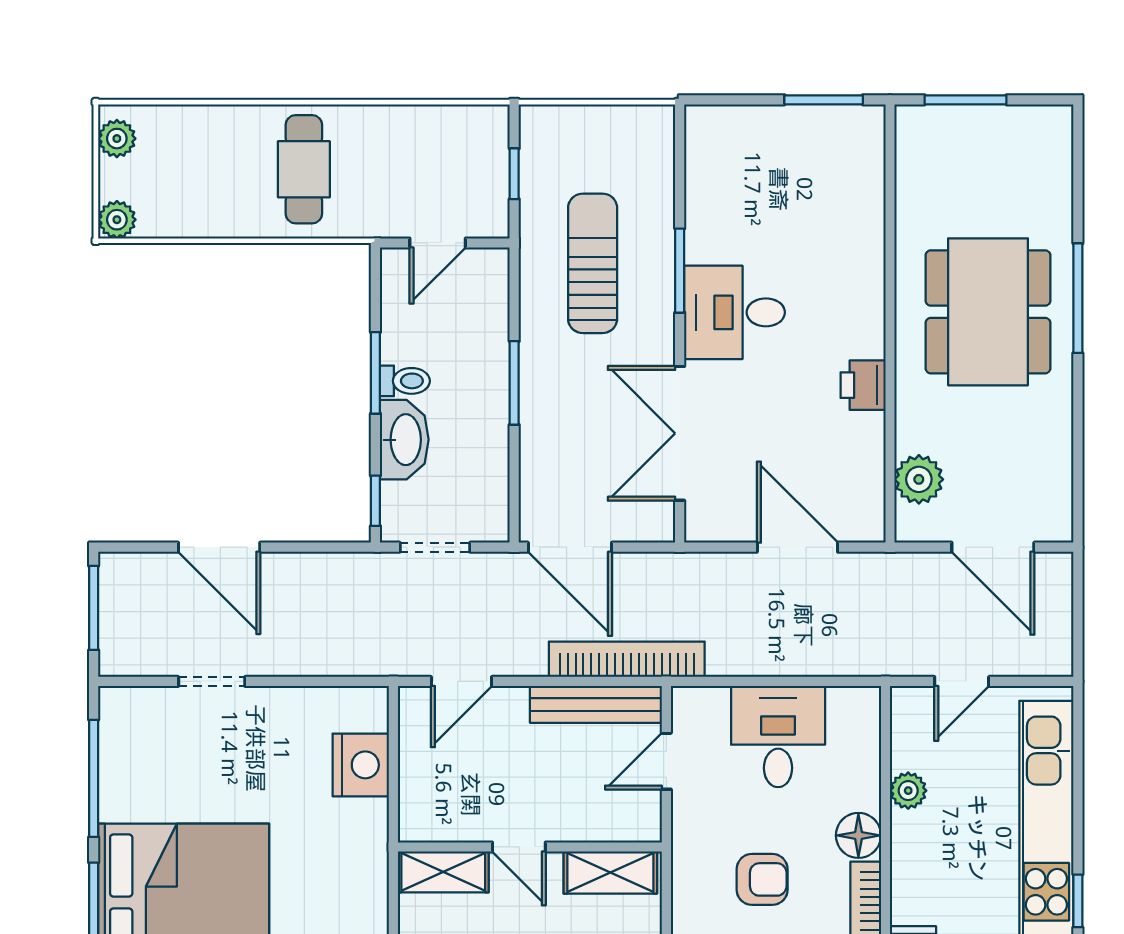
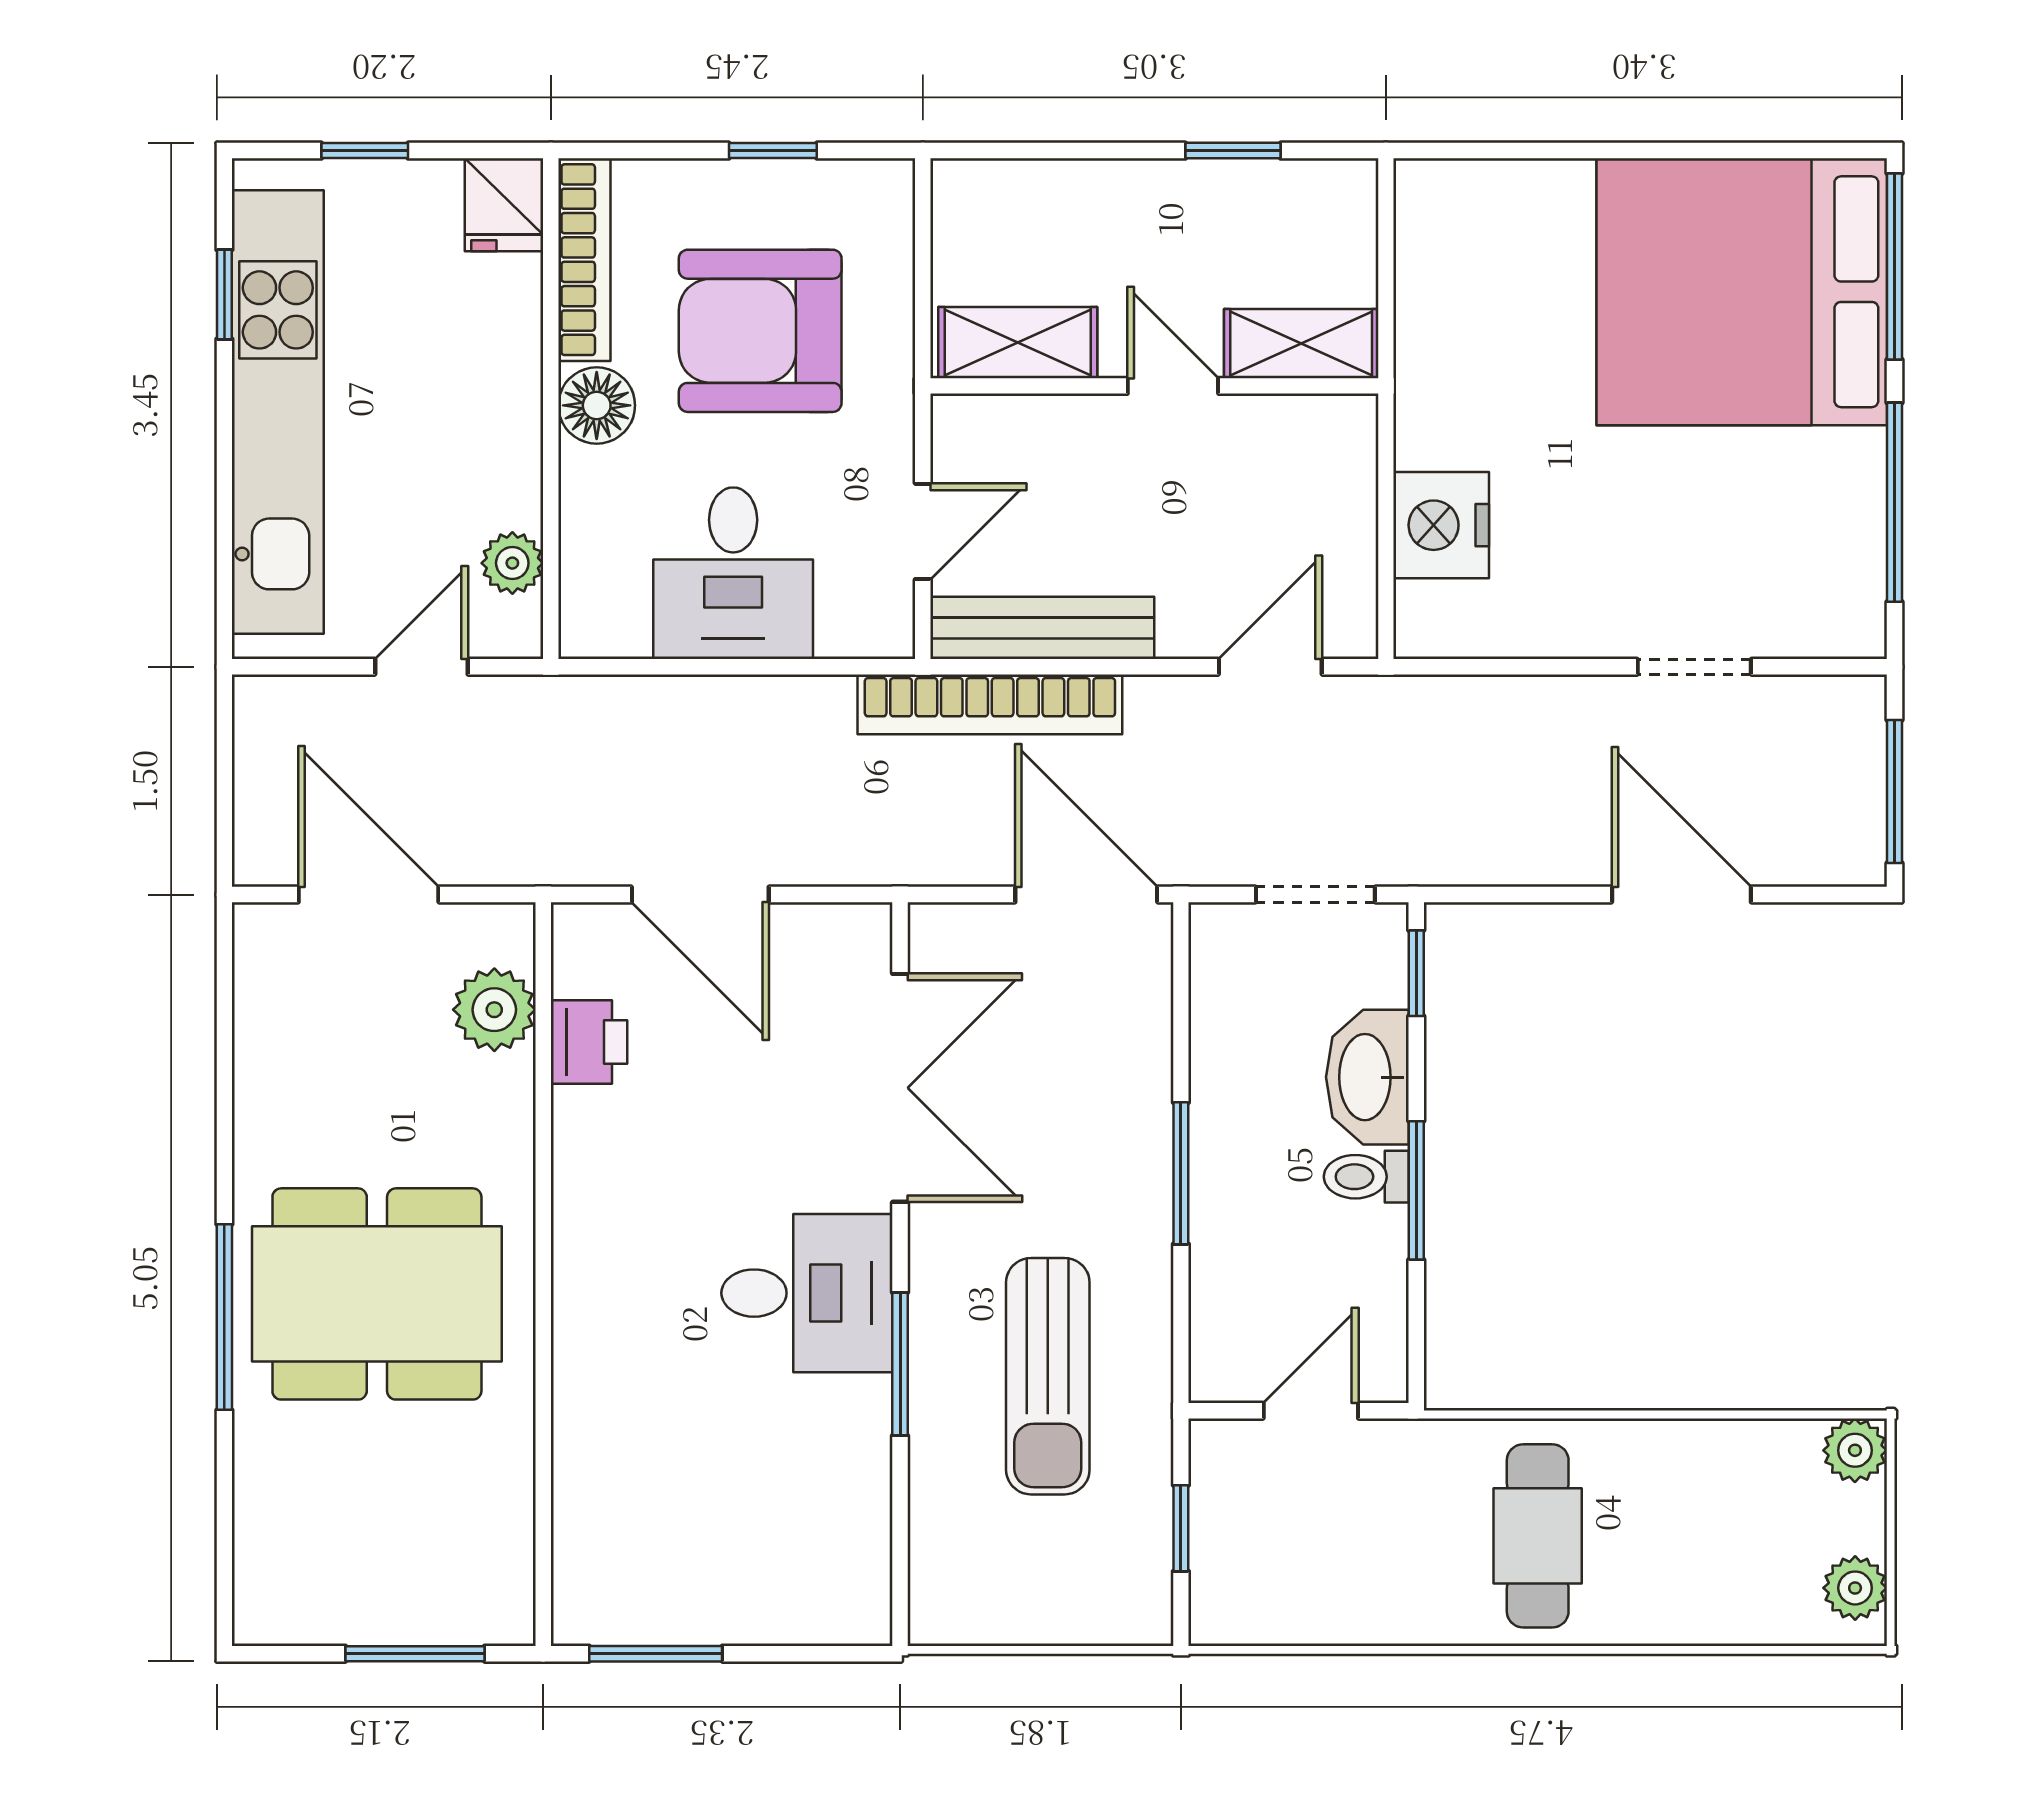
dining table: (988, 312) -> (377, 1294), turned 90
printer: (863, 385) -> (589, 1042), moved
plant: (908, 791) -> (512, 563), moved
armchair: (762, 879) -> (760, 331), width x1.88, depth x1.88

